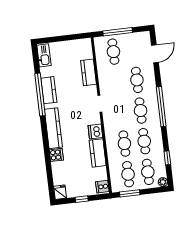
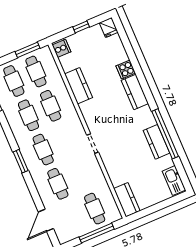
kitchen counter: (88, 72) -> (127, 200), moved
window: (161, 107) -> (21, 161), width x0.47
kitchen counter: (53, 128) -> (135, 92), width x0.67
dishwasher: (95, 132) -> (88, 110), removed

